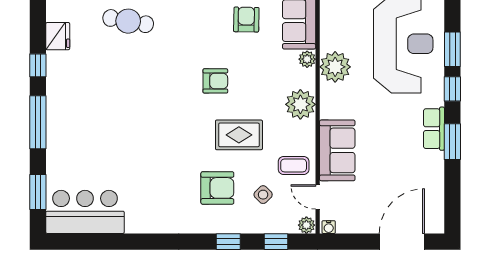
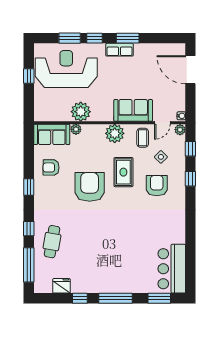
armchair: (215, 81) -> (90, 187), width x1.88, depth x1.88
plant: (300, 104) -> (115, 133), moved

